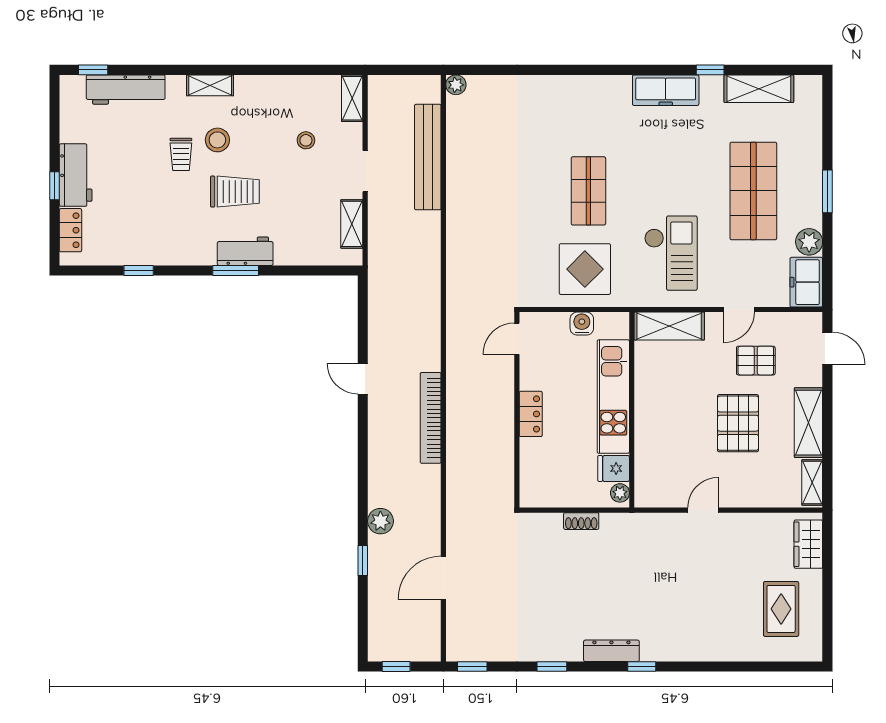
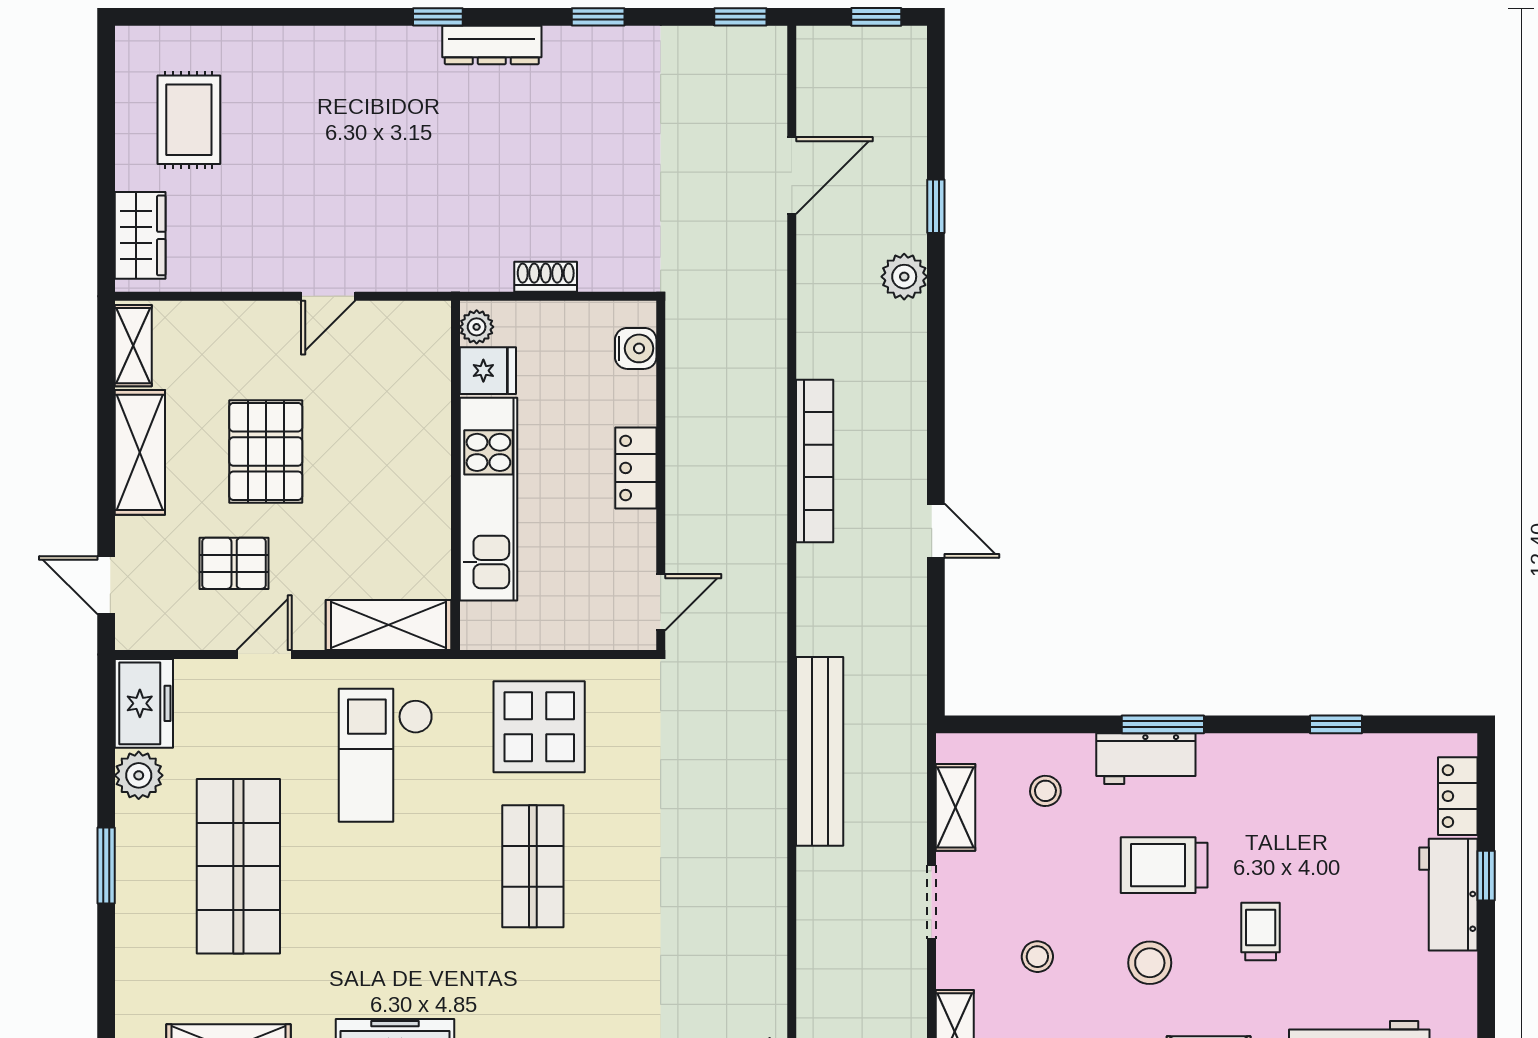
stool: (217, 140) -> (1150, 963), moved
bench: (428, 157) -> (820, 751), moved
stool: (301, 233) -> (1045, 791), added
water cooler: (582, 324) -> (636, 348), moved, turned -90

